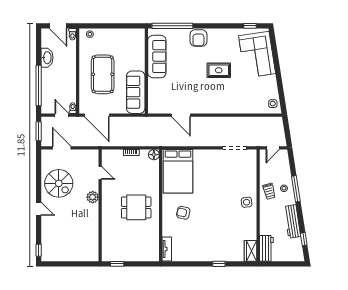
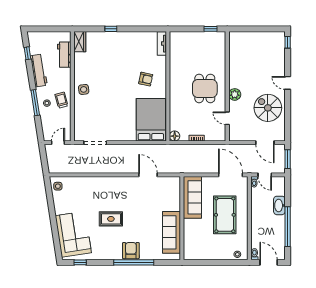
window: (172, 26) -> (134, 262), moved
washbasin: (47, 58) -> (279, 205), moved
window: (39, 86) -> (288, 227), moved
dining table: (136, 207) -> (205, 88), moved, turned 90
workbench: (266, 248) -> (64, 55), moved

